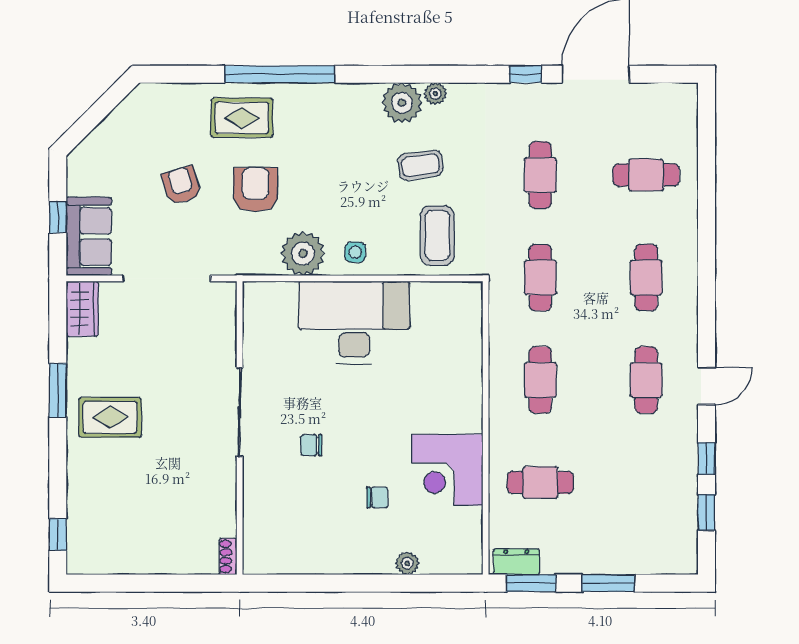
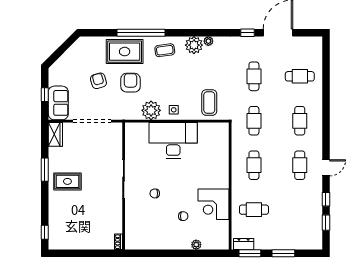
rug: (242, 118) -> (125, 52), width x1.36, depth x1.43
coffee table: (420, 165) -> (165, 50), moved

